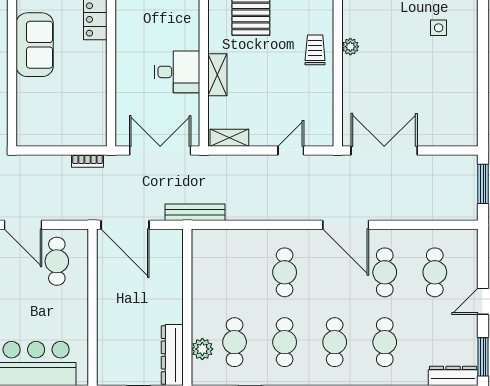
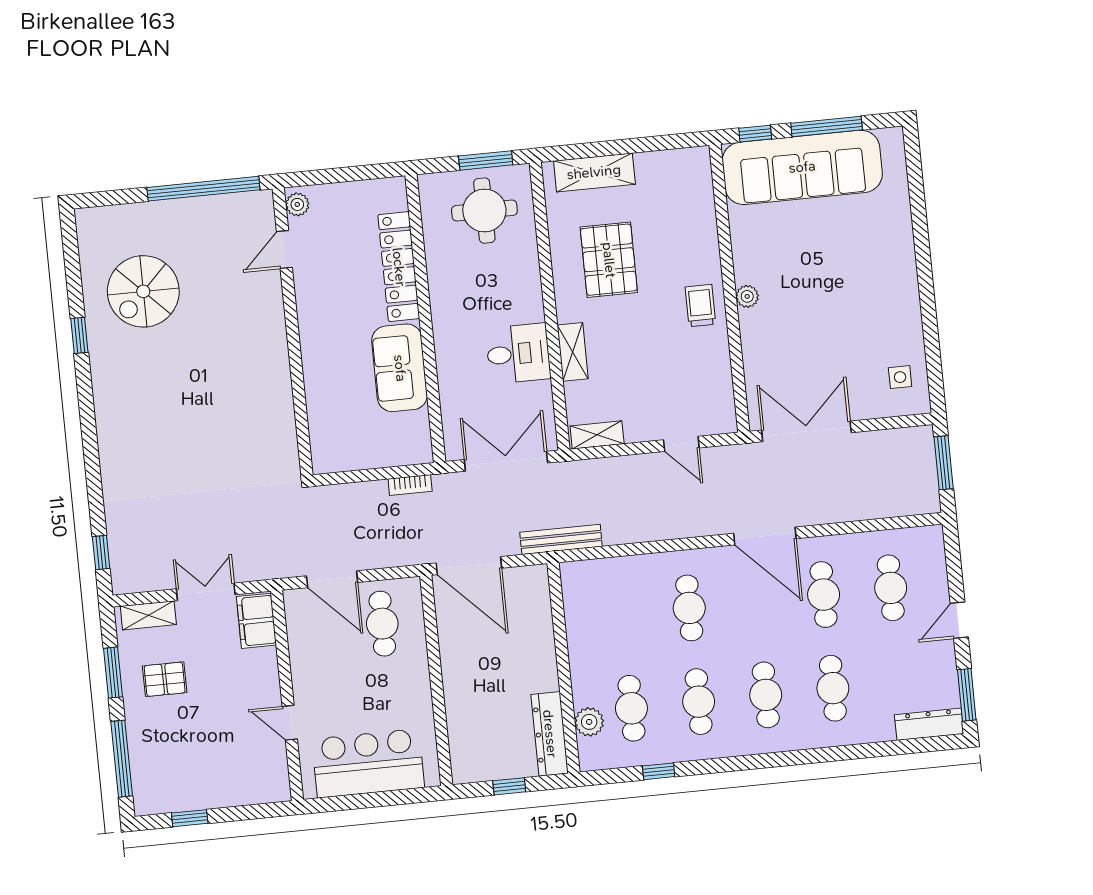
side table: (439, 28) -> (900, 377), moved
sofa: (35, 45) -> (400, 368), moved, turned 180
door: (291, 151) -> (681, 444), swing flipped

